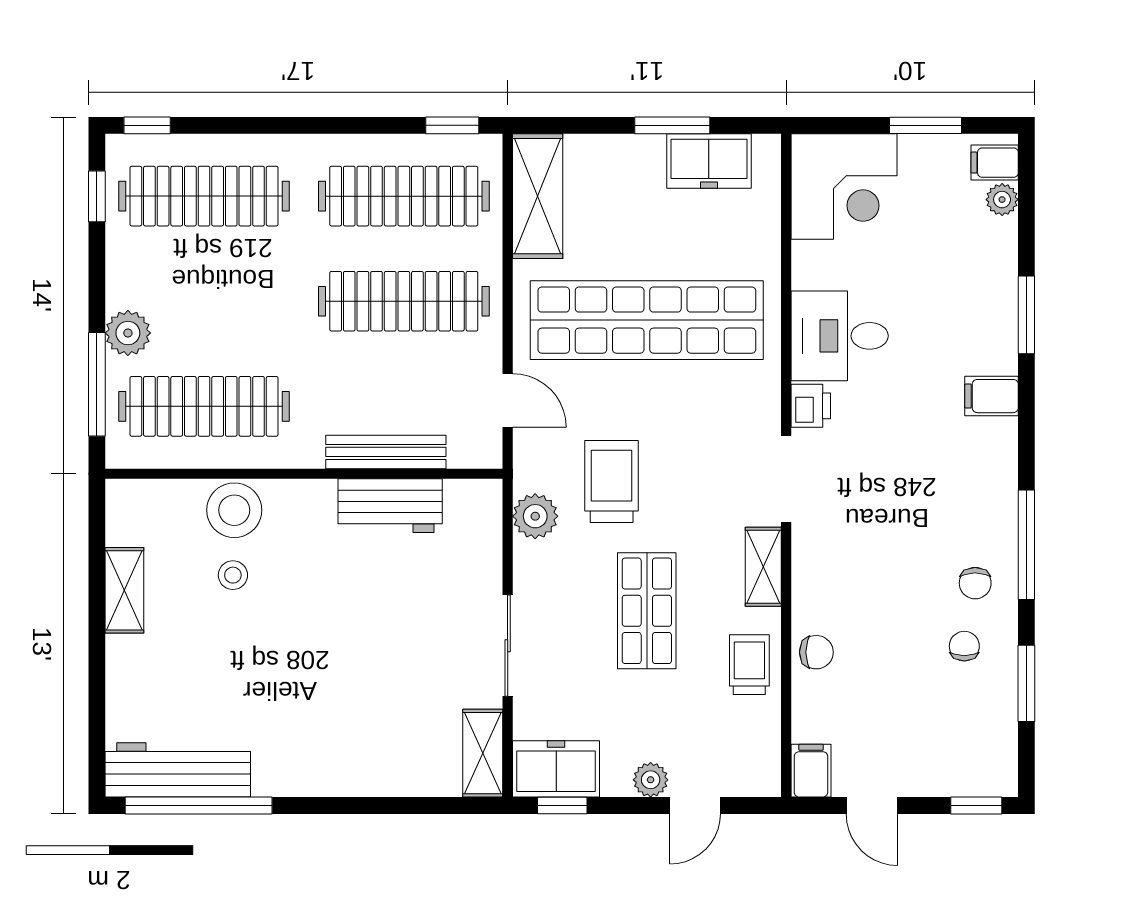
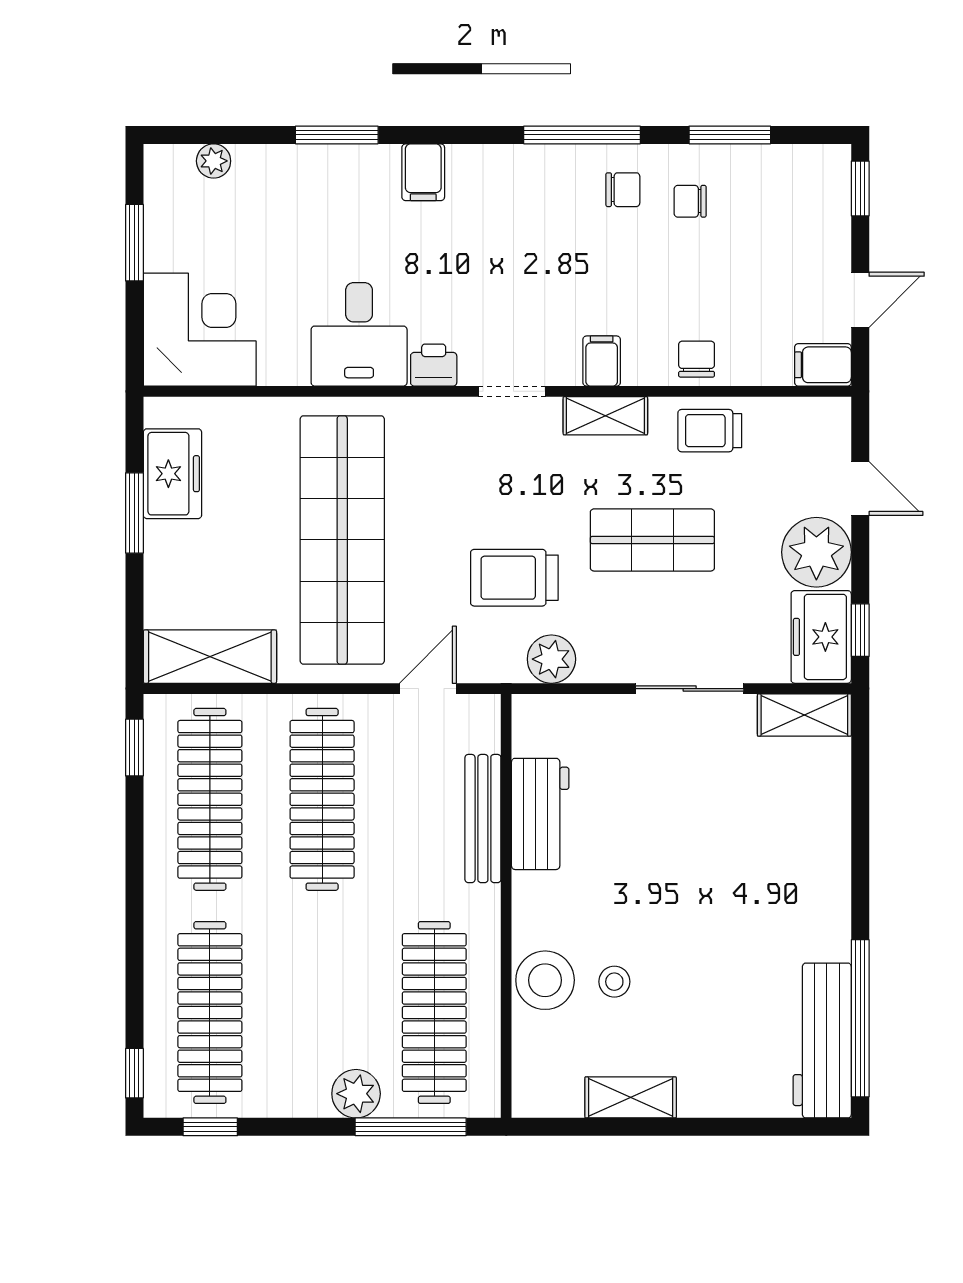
filing cabinet: (995, 163) -> (602, 361), moved, turned 180
doorway: (786, 479) -> (512, 391), width x0.73
plant: (651, 780) -> (816, 552), width x1.87, depth x1.87

